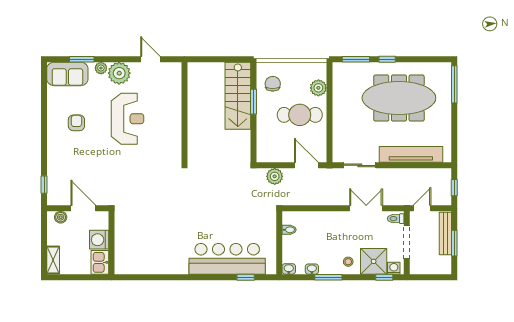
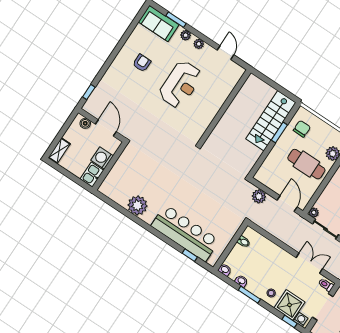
plant: (119, 73) -> (199, 44), width x0.53, depth x0.53
plant: (338, 157) -> (314, 213), added
plant: (163, 263) -> (137, 205), added

